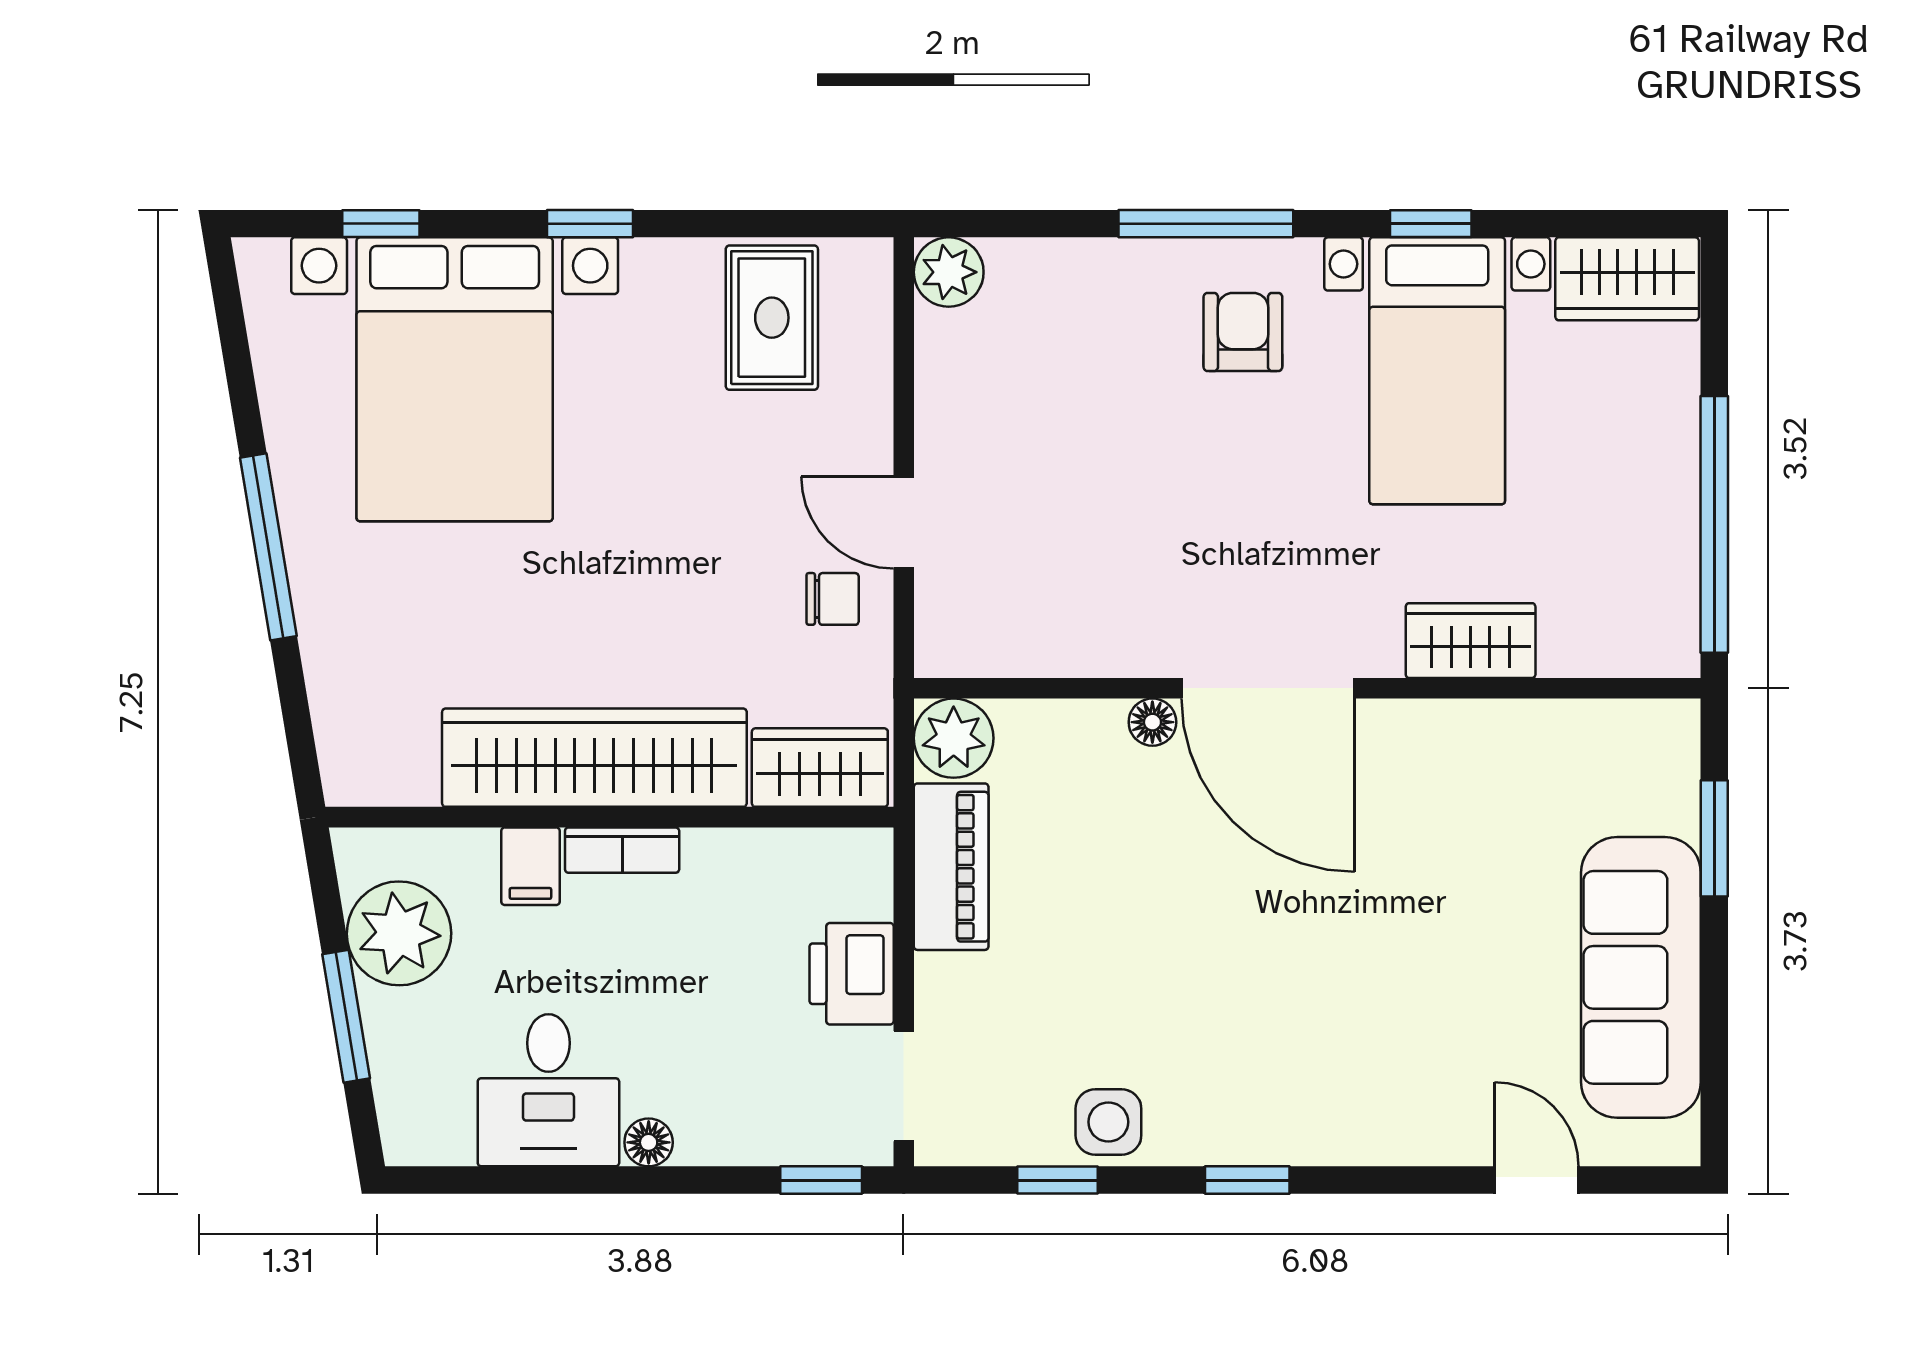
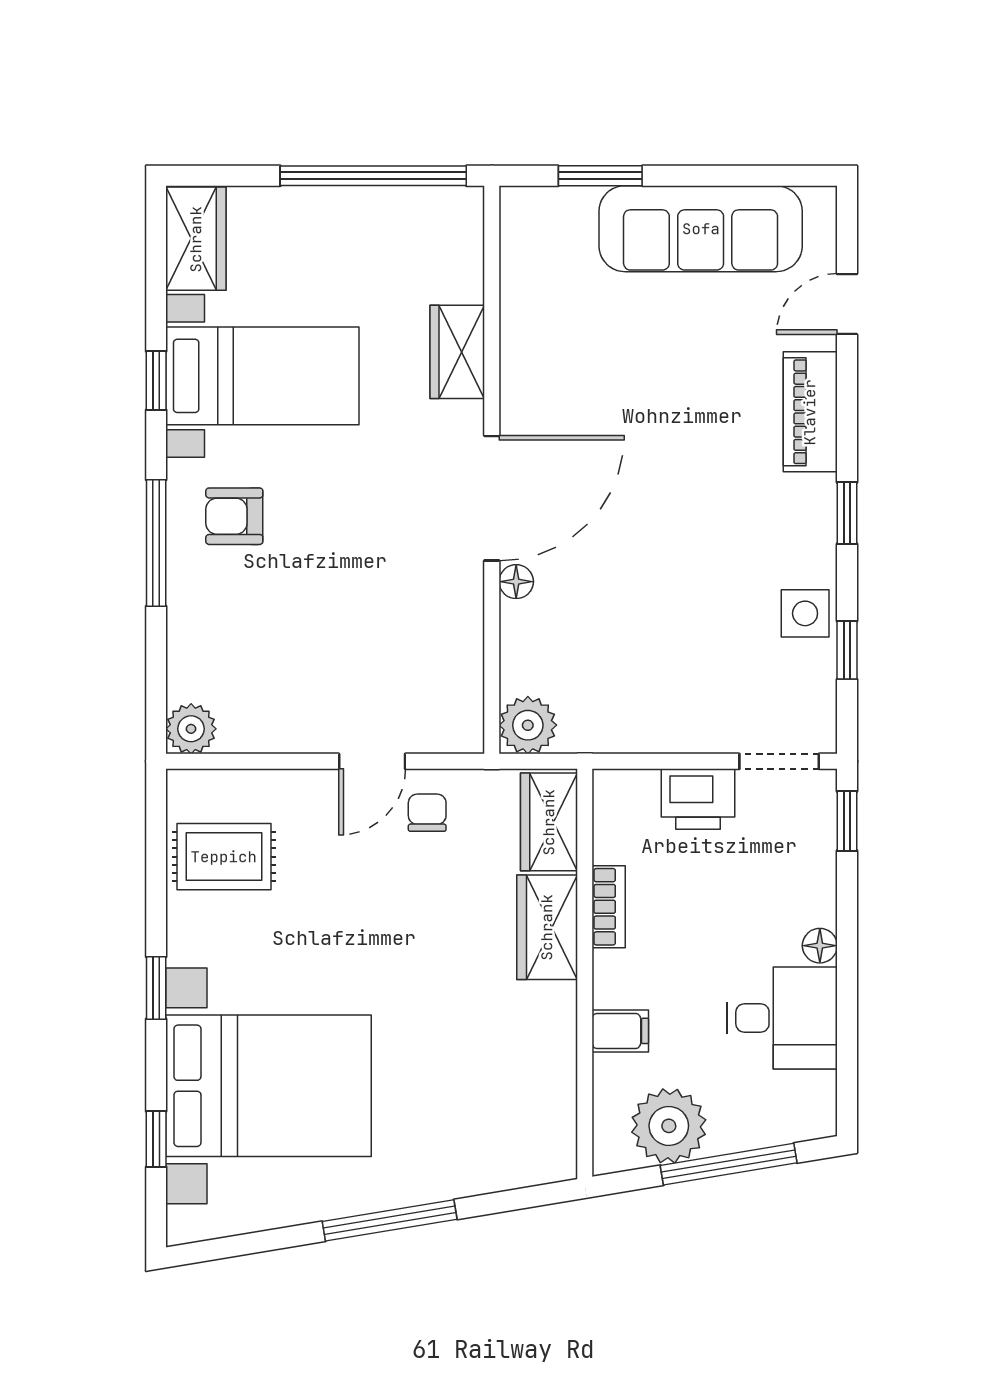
wardrobe: (594, 758) -> (547, 927), width x0.48, depth x0.85
bookcase: (622, 850) -> (609, 907), moved
piano: (951, 867) -> (810, 412), moved, turned -90
window: (346, 1016) -> (729, 1164), width x1.44

